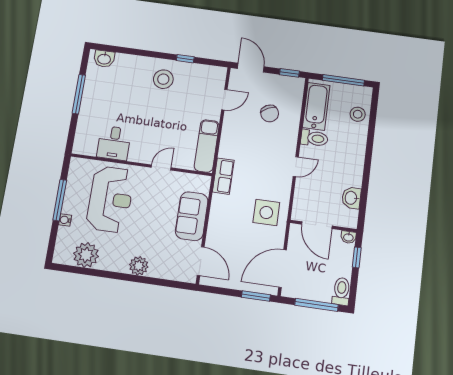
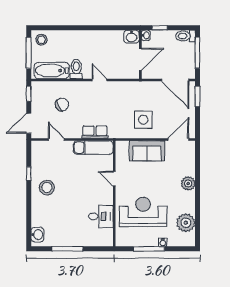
stool: (358, 114) -> (41, 40), moved
row of seats: (223, 176) -> (95, 132), moved
washbasin: (351, 198) -> (132, 37), moved
side table: (266, 212) -> (143, 120), moved

